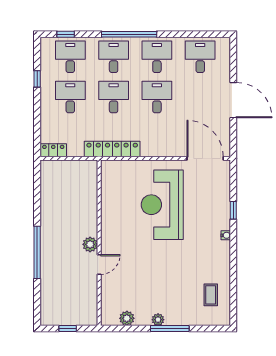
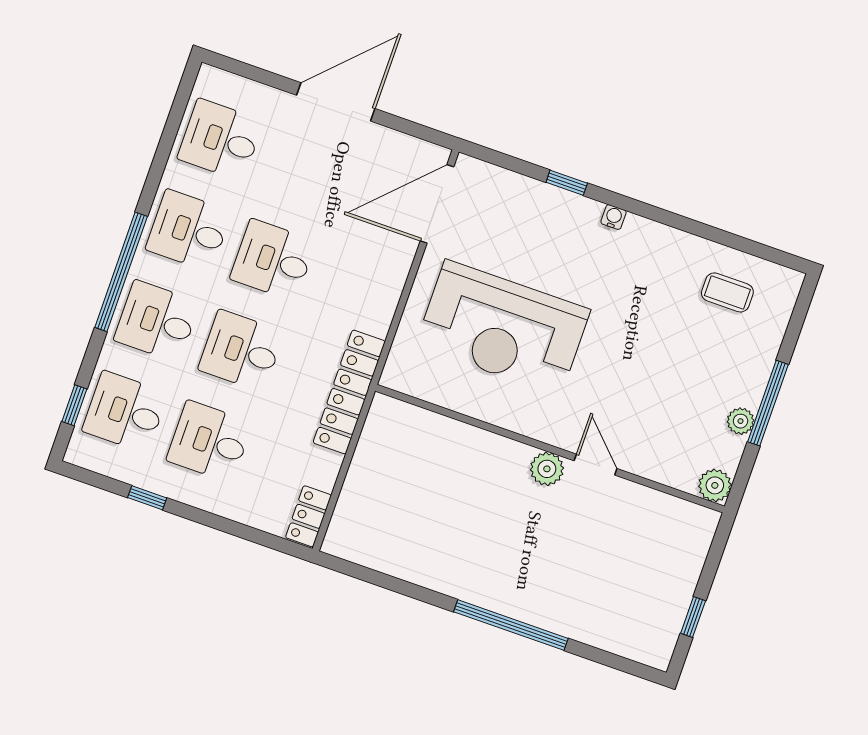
wall: (99, 243) -> (550, 449), moved
plant: (90, 244) -> (547, 469), moved
door: (99, 265) -> (596, 465), moved

